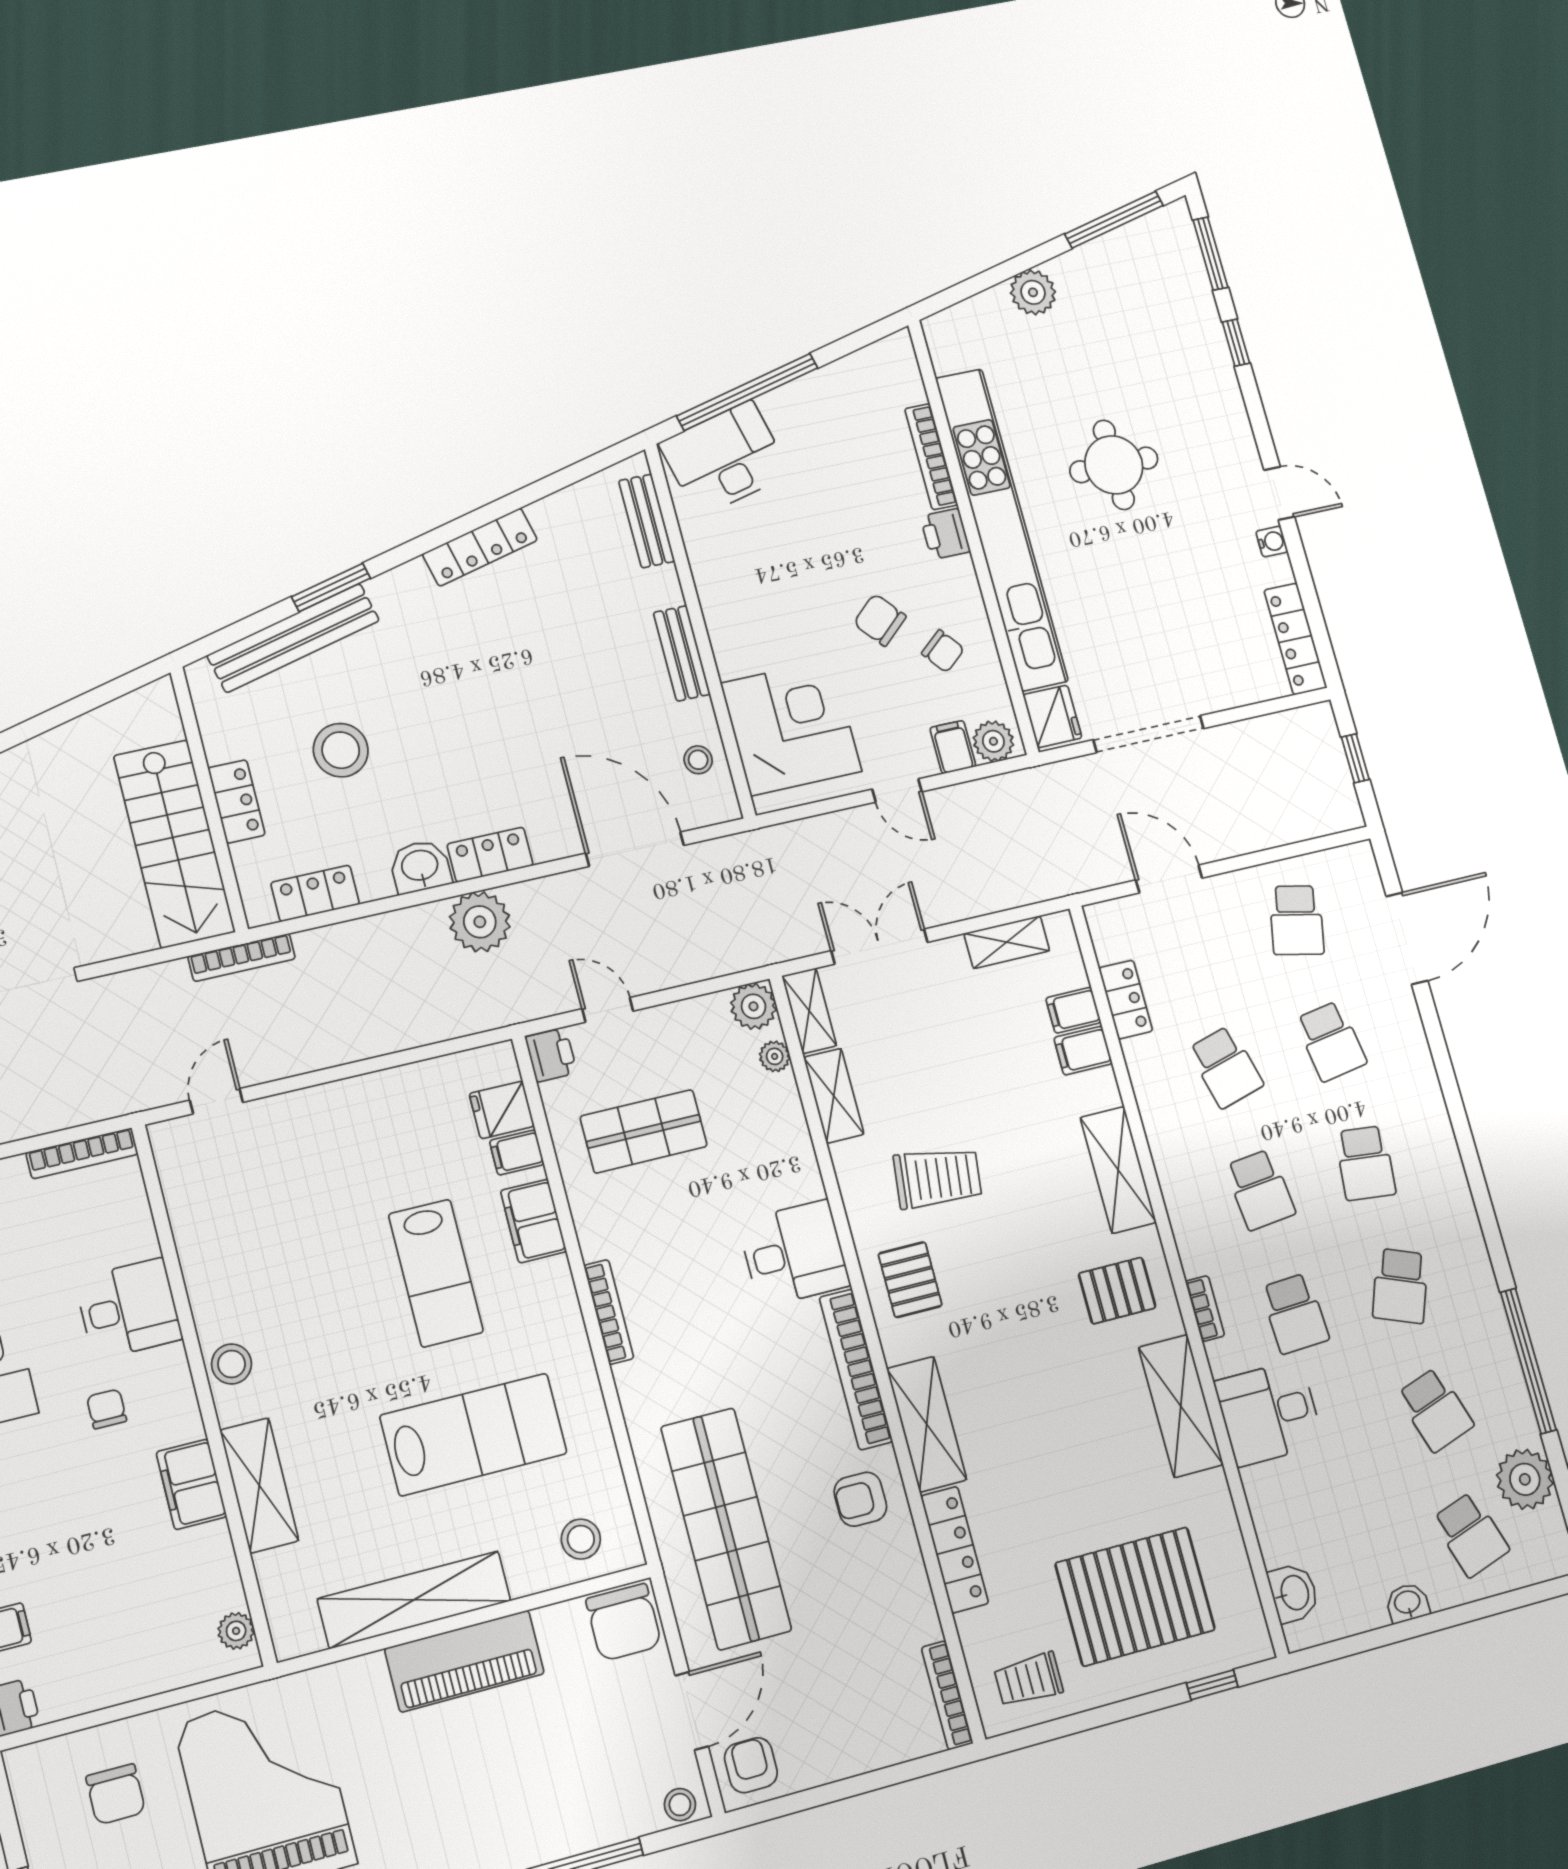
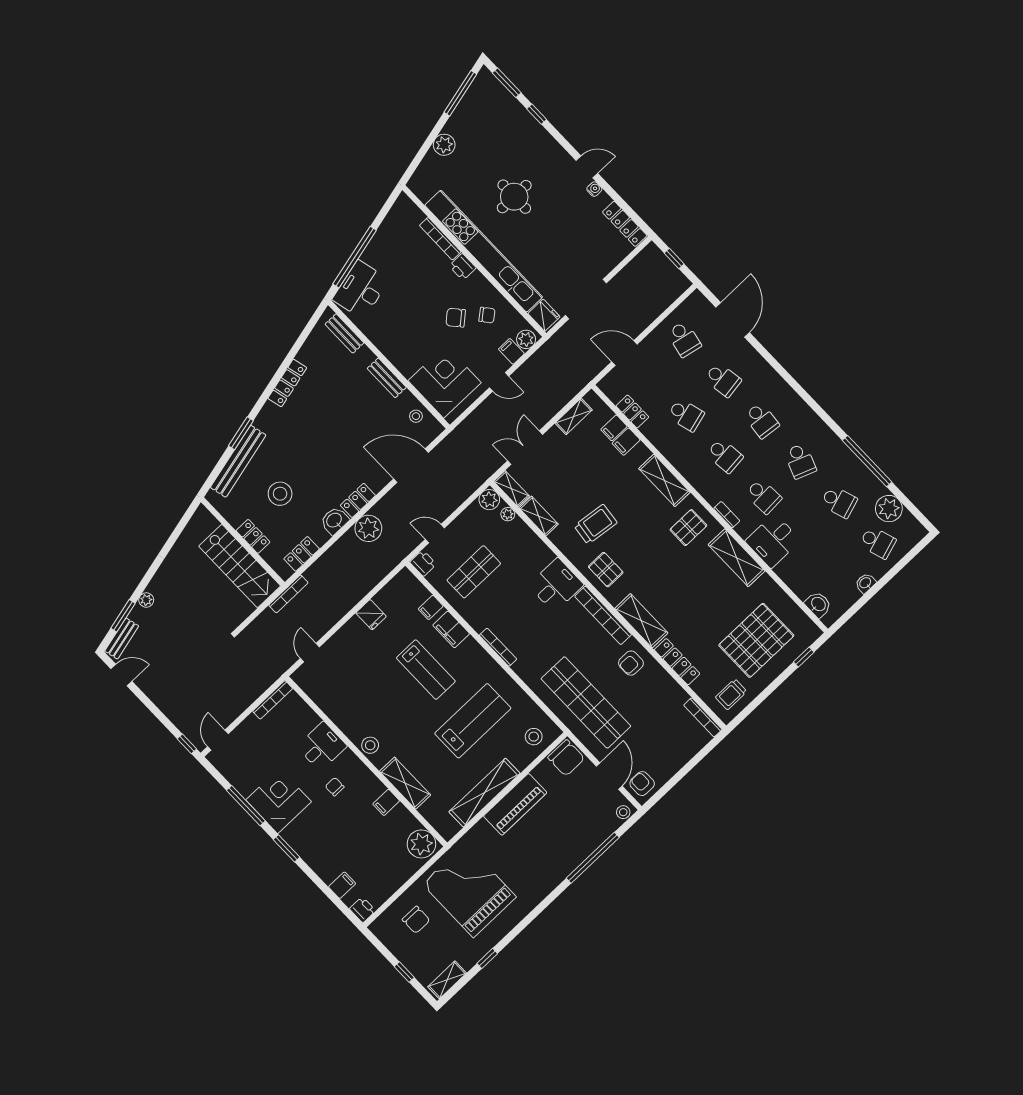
fridge: (502, 1110) -> (371, 615), moved, turned -90
filing cabinet: (191, 1484) -> (386, 802), width x0.50
plant: (236, 1631) -> (421, 844), width x1.88, depth x1.88

